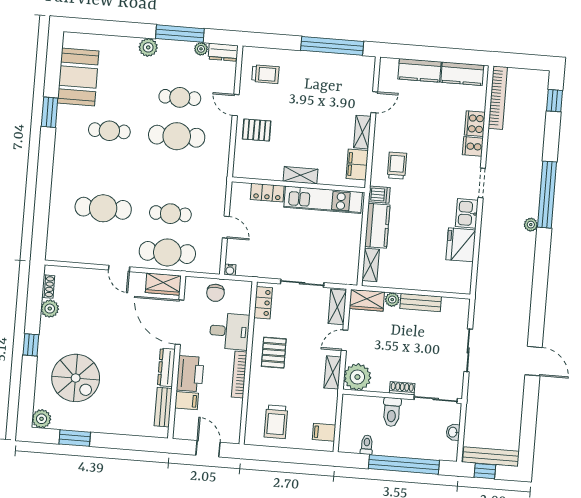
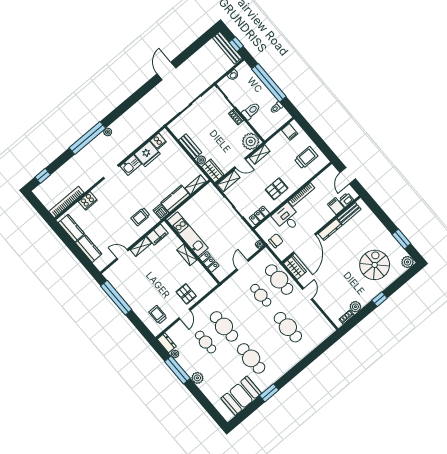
cafe table: (109, 131) -> (251, 358), width x1.37, depth x1.35
cooker: (473, 146) -> (158, 141), moved
printer: (190, 374) -> (346, 200), moved, width x0.53, depth x0.68

